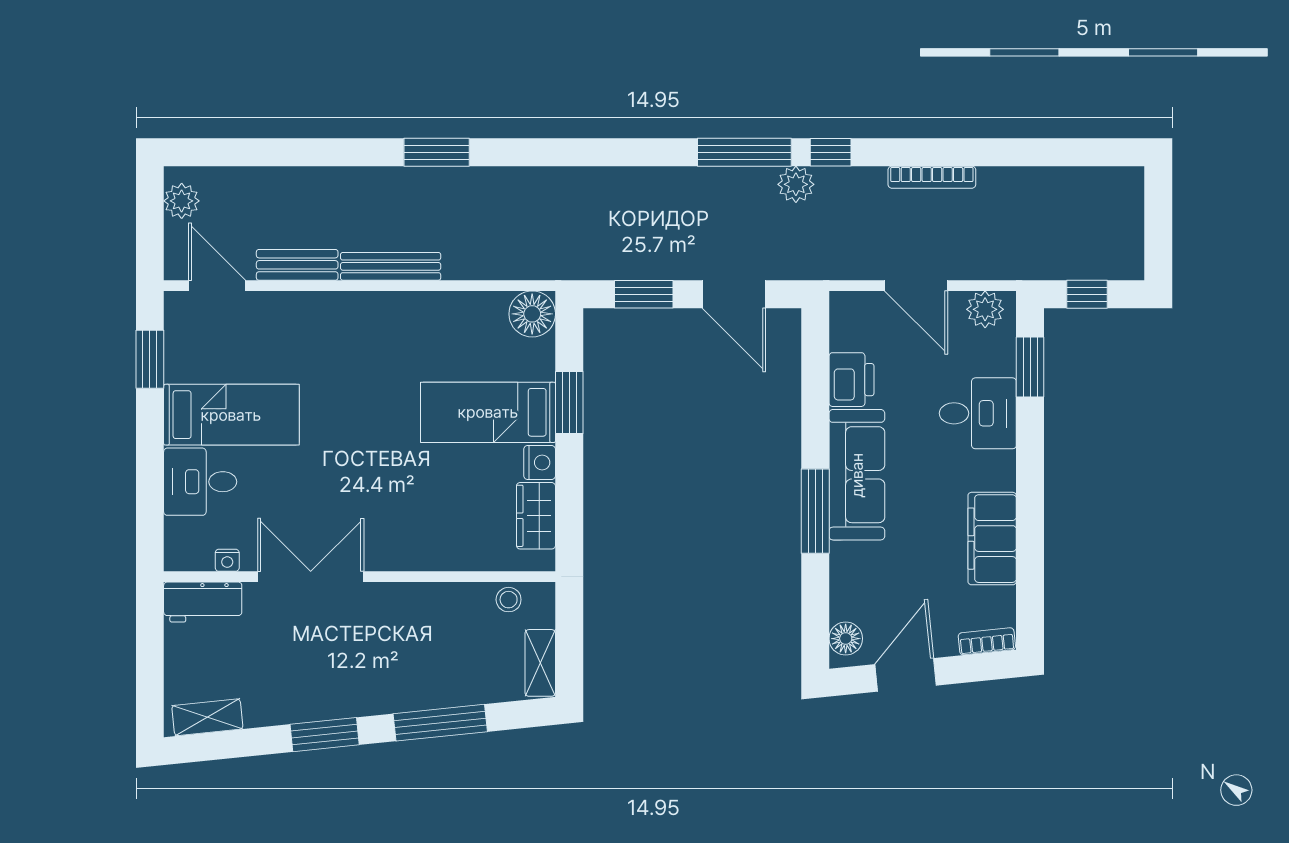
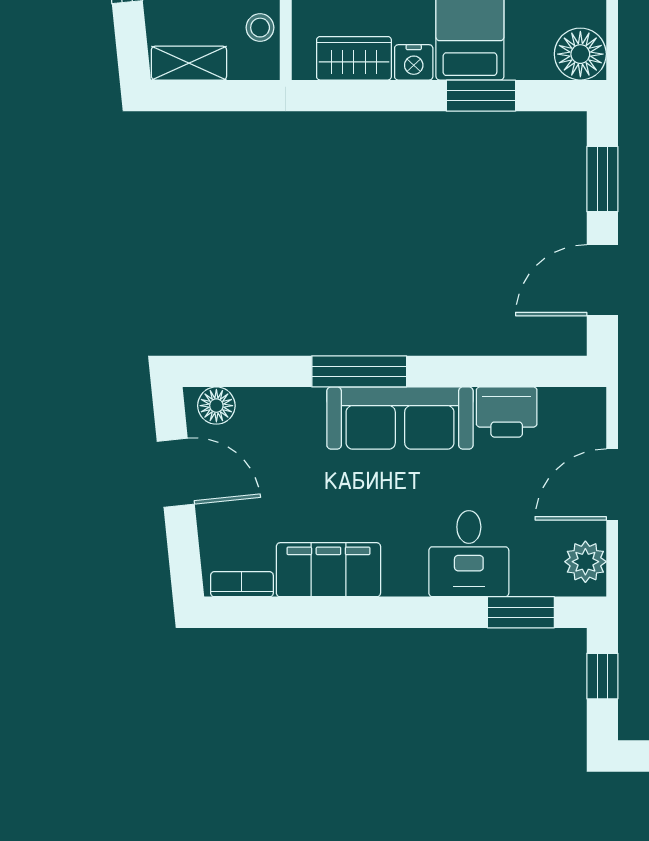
bookcase: (987, 641) -> (242, 584), moved, turned -84

